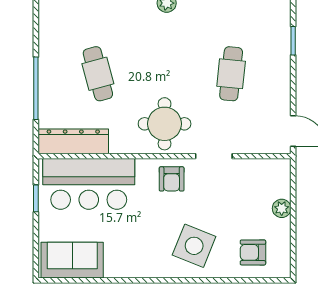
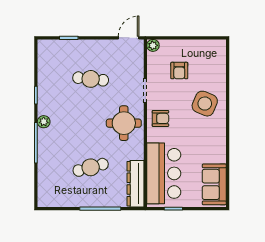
plant: (282, 208) -> (153, 45), moved
armchair: (253, 252) -> (179, 71), moved

